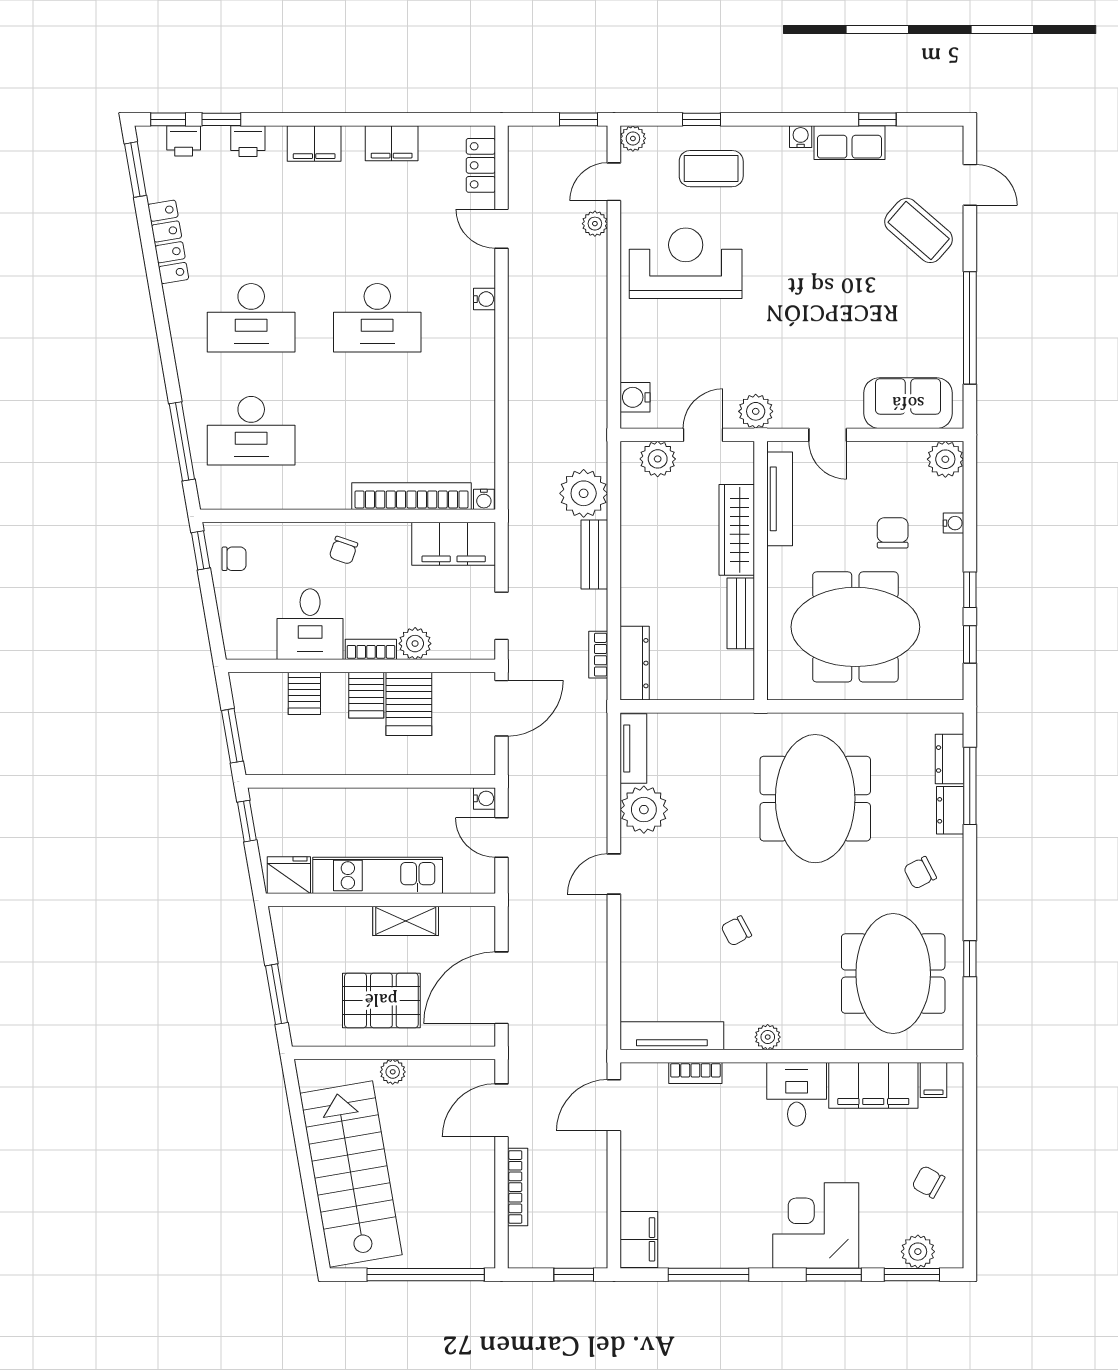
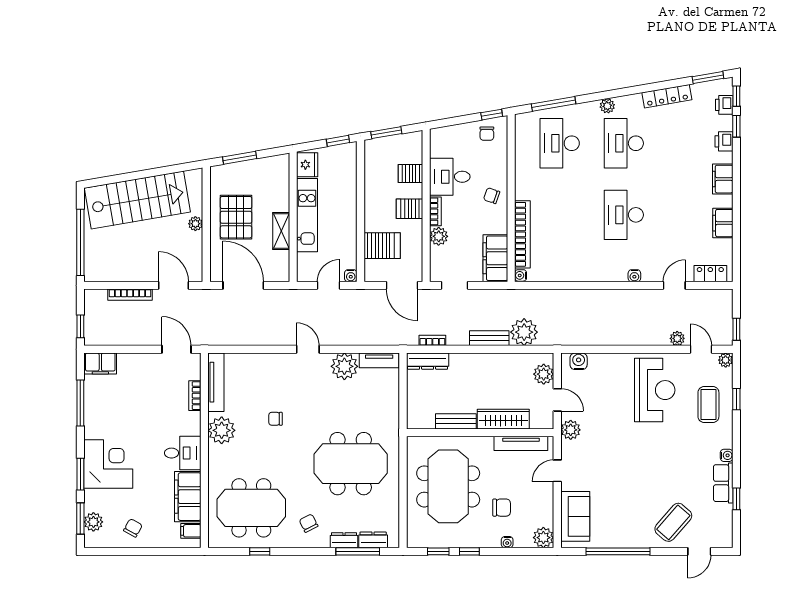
plant: (185, 347) -> (607, 106), added
server rack: (409, 704) -> (382, 246), moved, turned 180
chair: (736, 931) -> (276, 419), turned -62
plant: (768, 1037) -> (222, 430), width x1.87, depth x1.87

